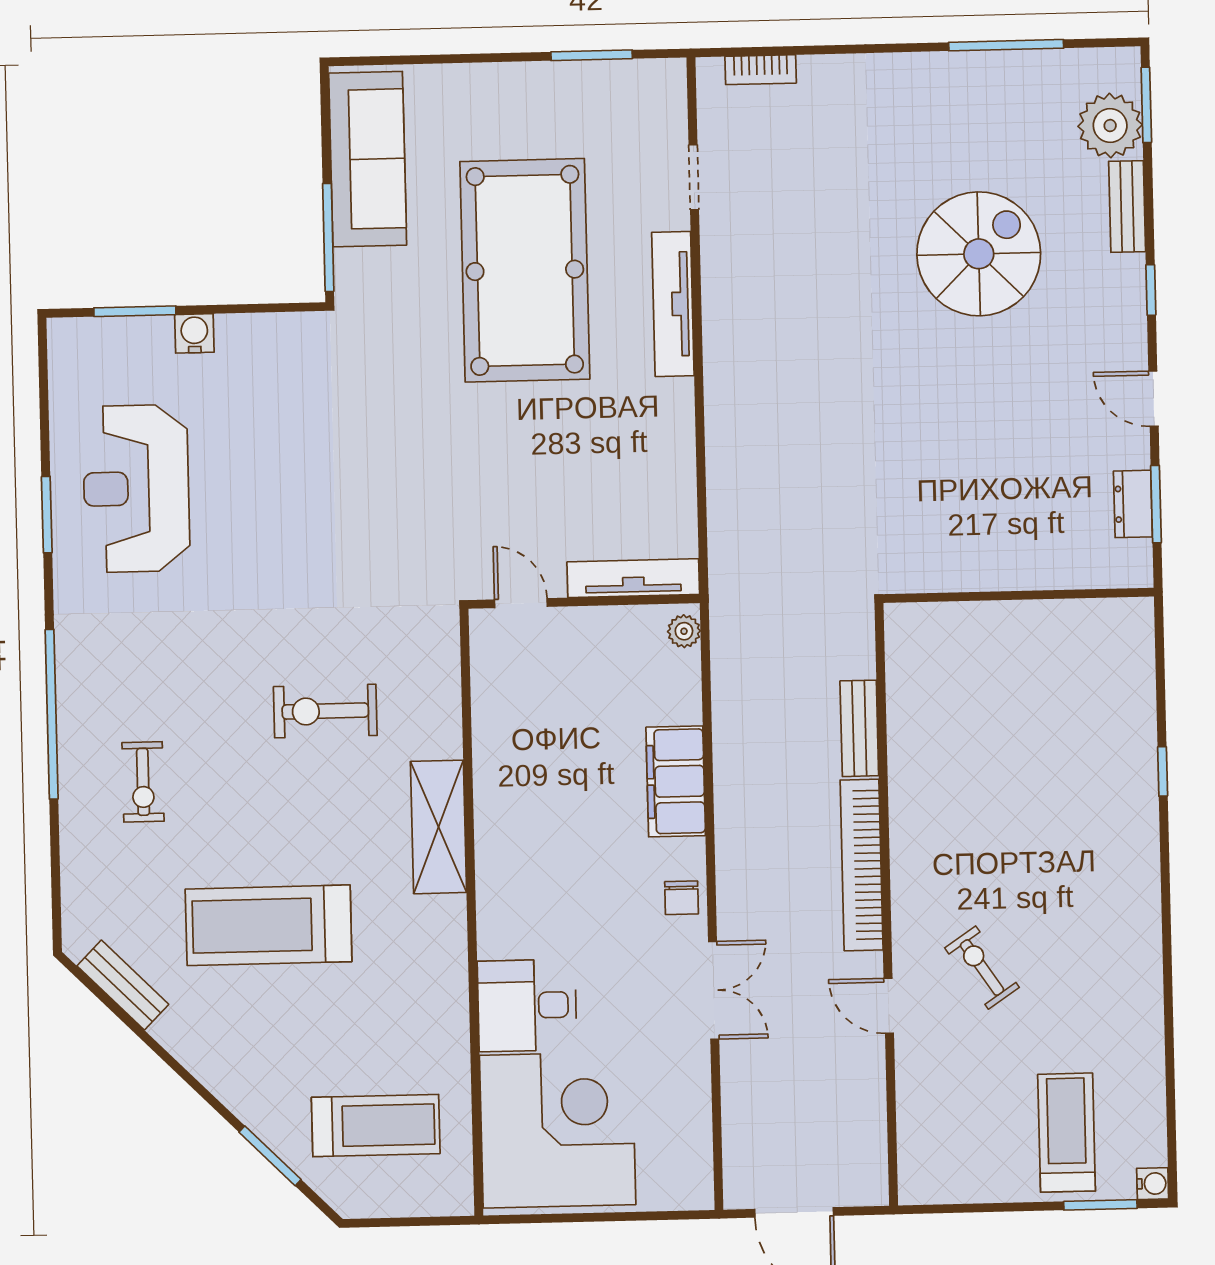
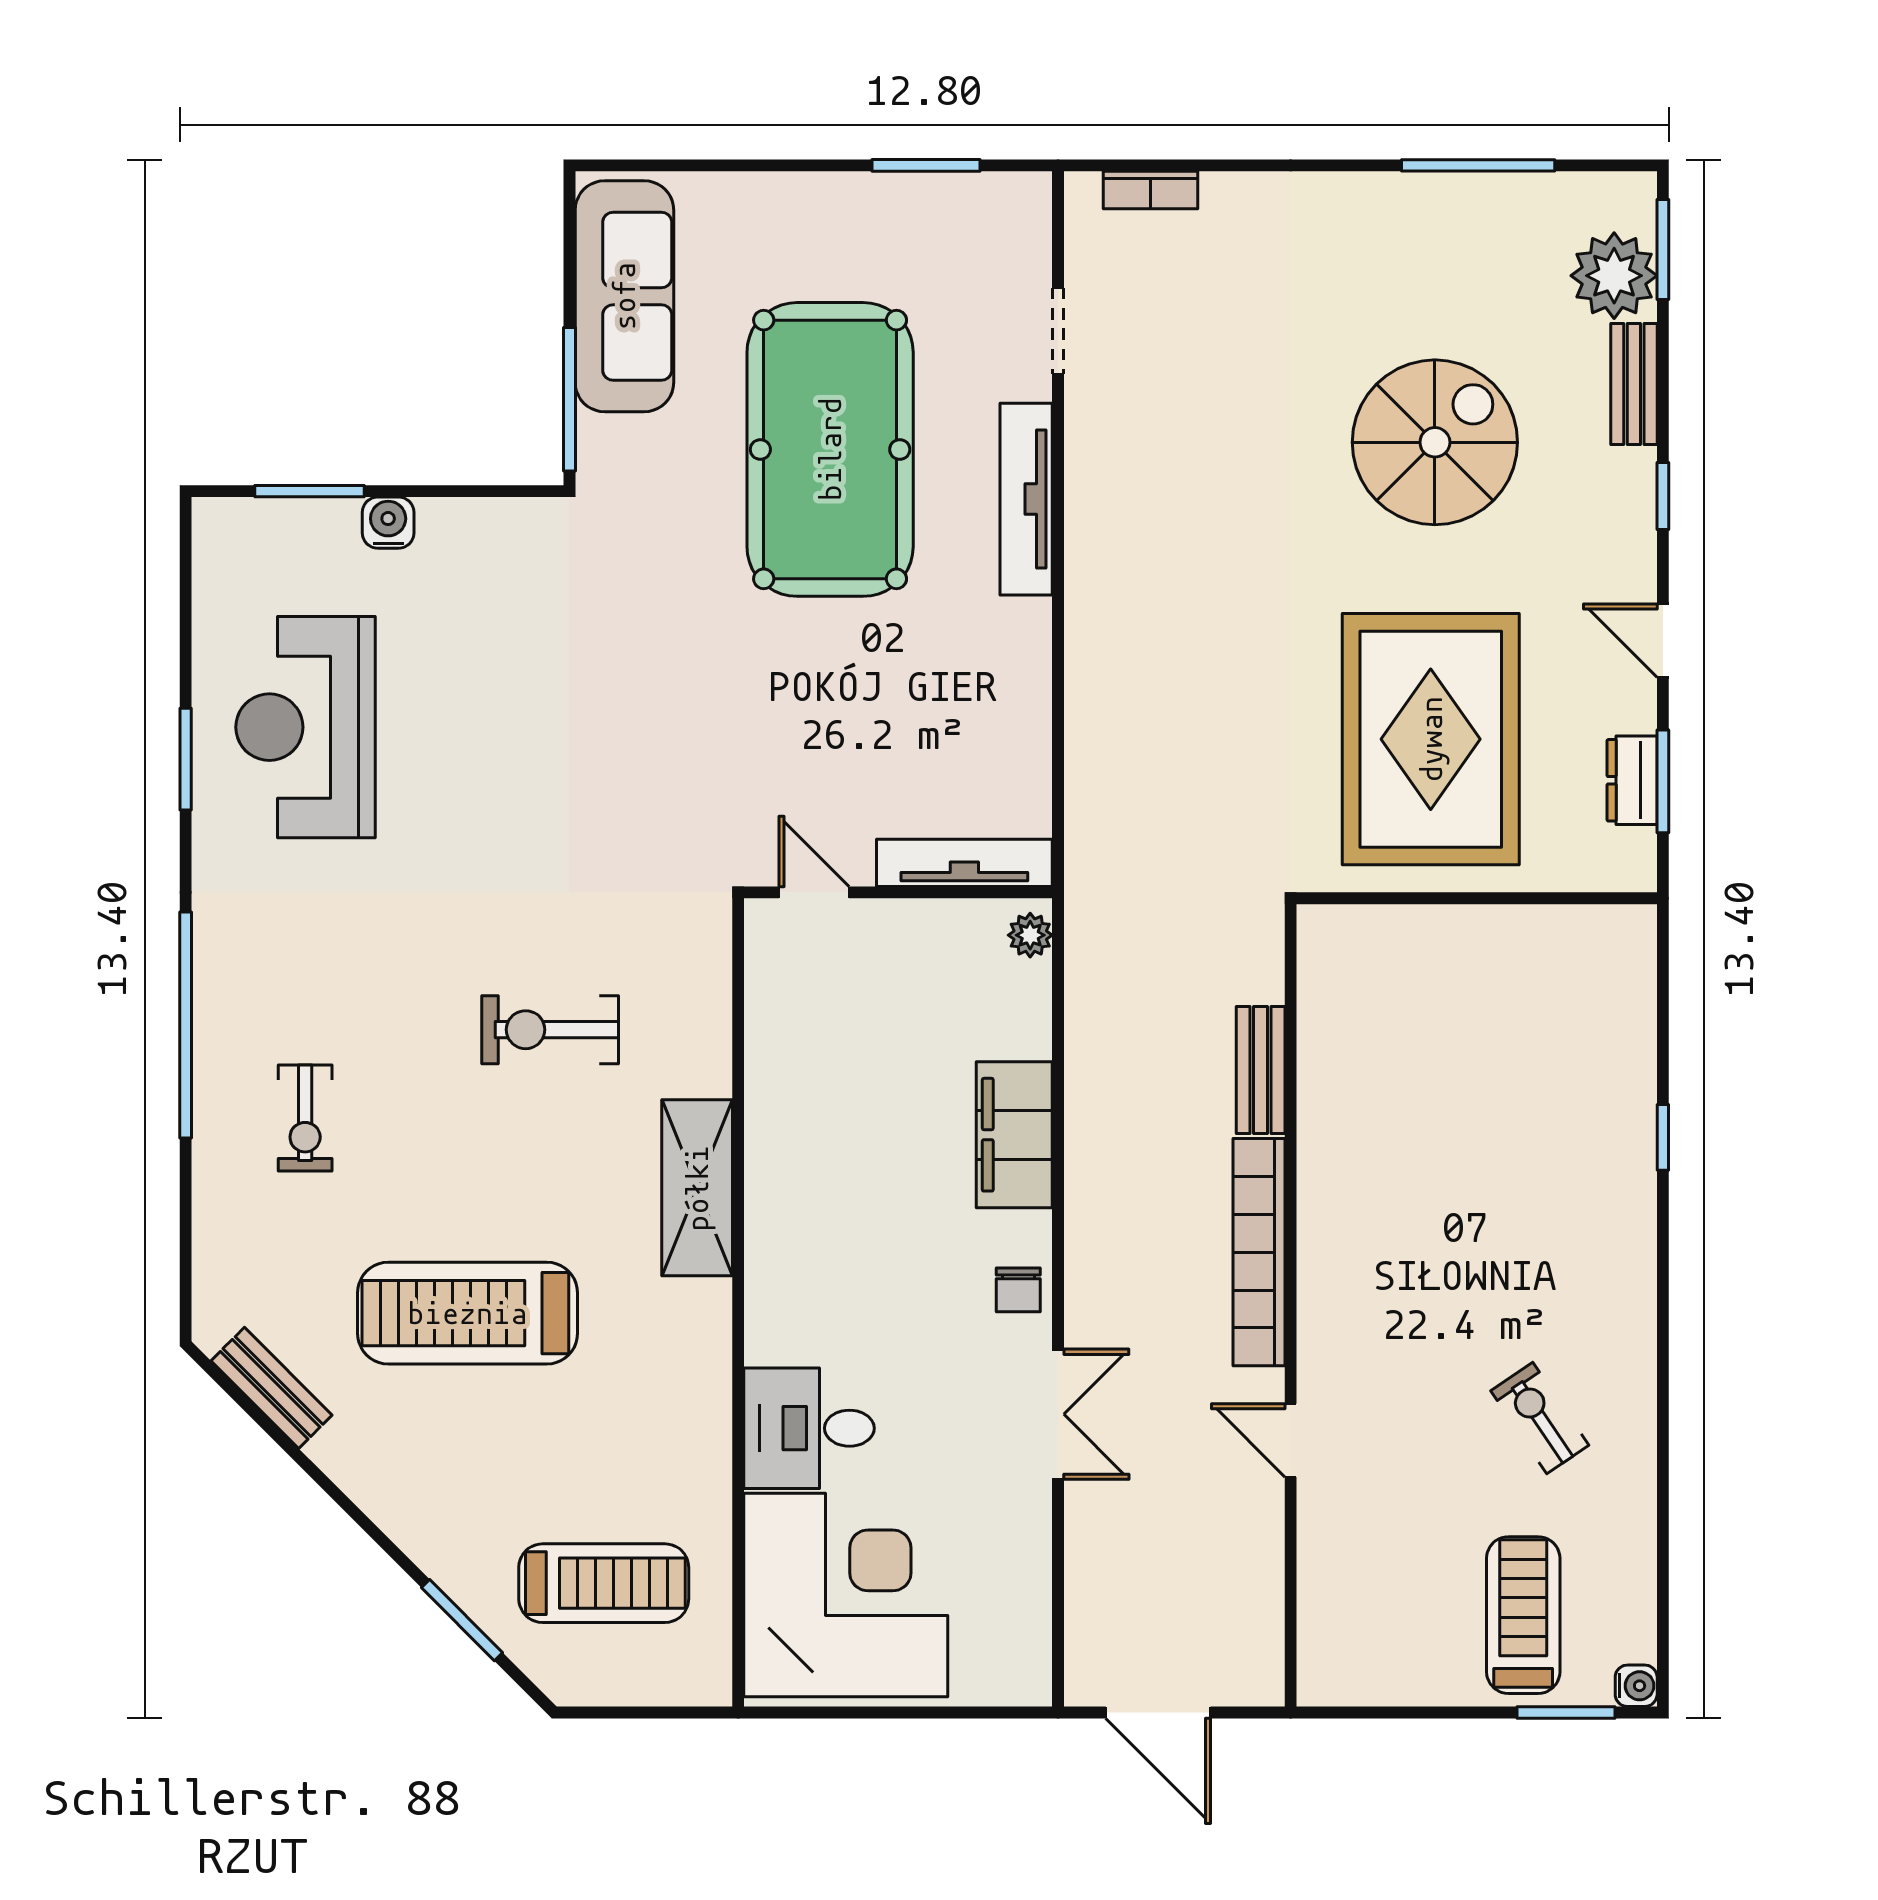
rug: (981, 477) -> (1431, 739), added
exercise bike: (982, 968) -> (1540, 1418), moved

